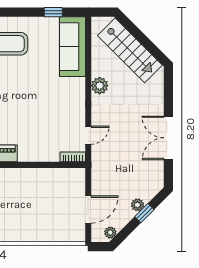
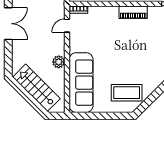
window: (53, 12) -> (93, 116), removed
sofa: (72, 47) -> (81, 83), width x1.36, depth x1.27

